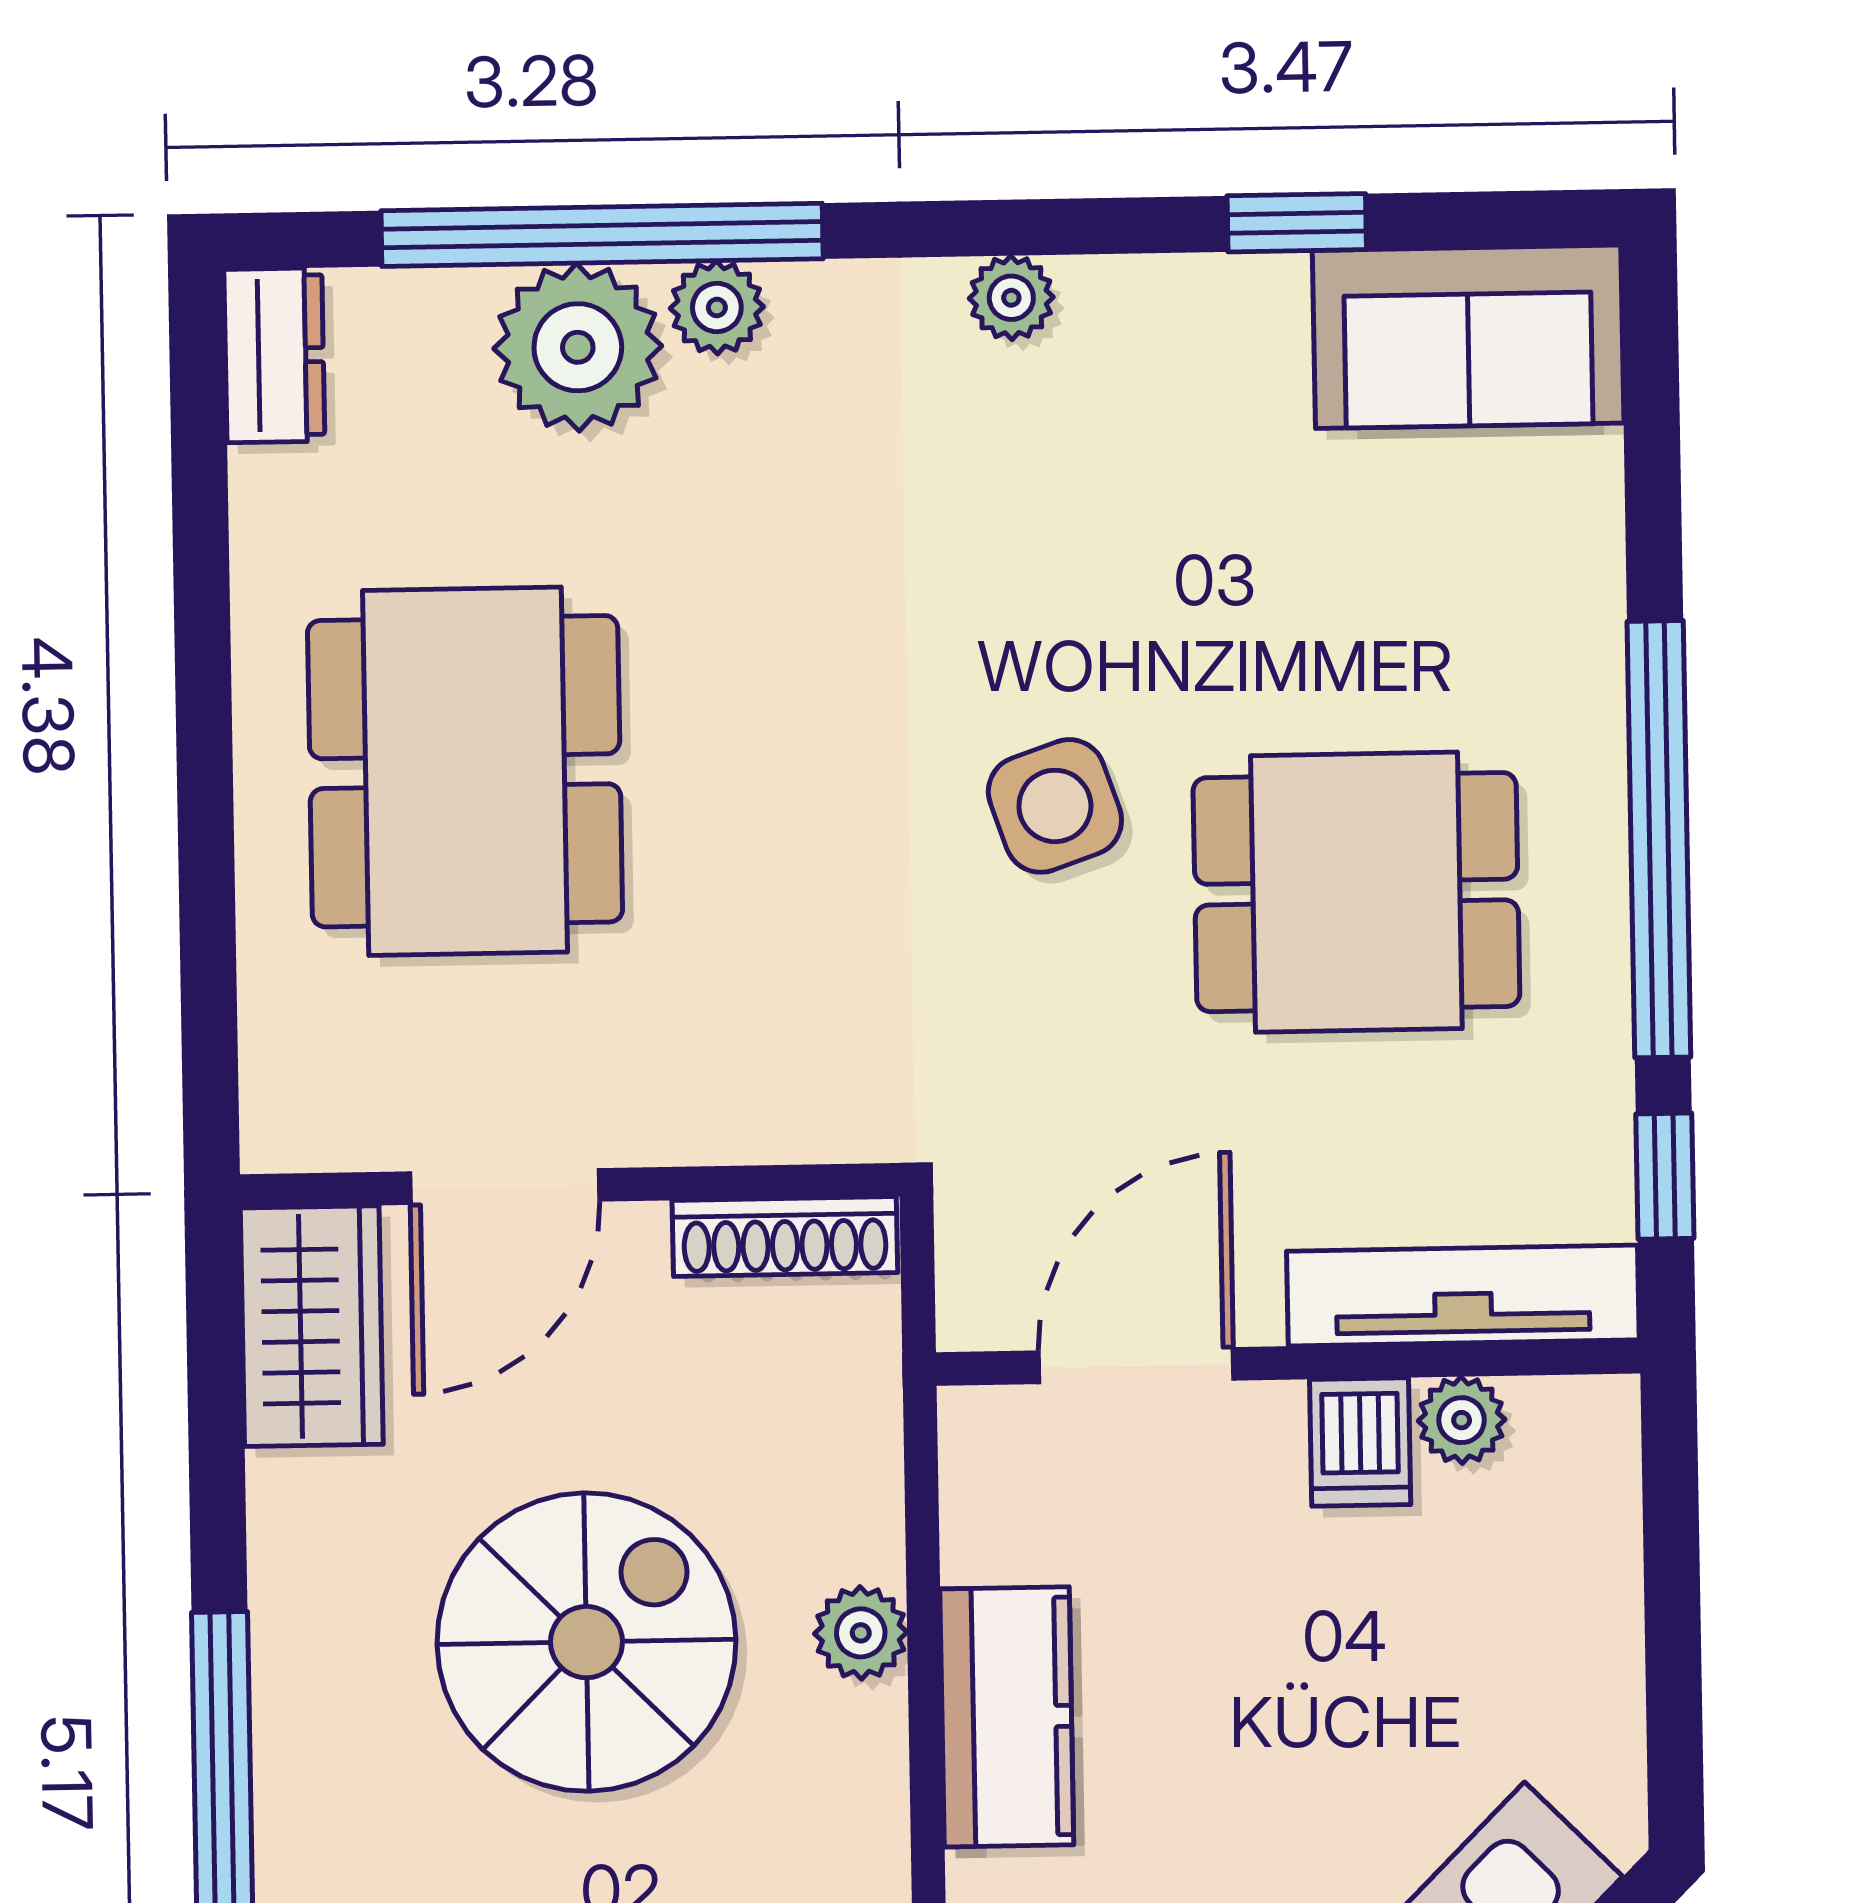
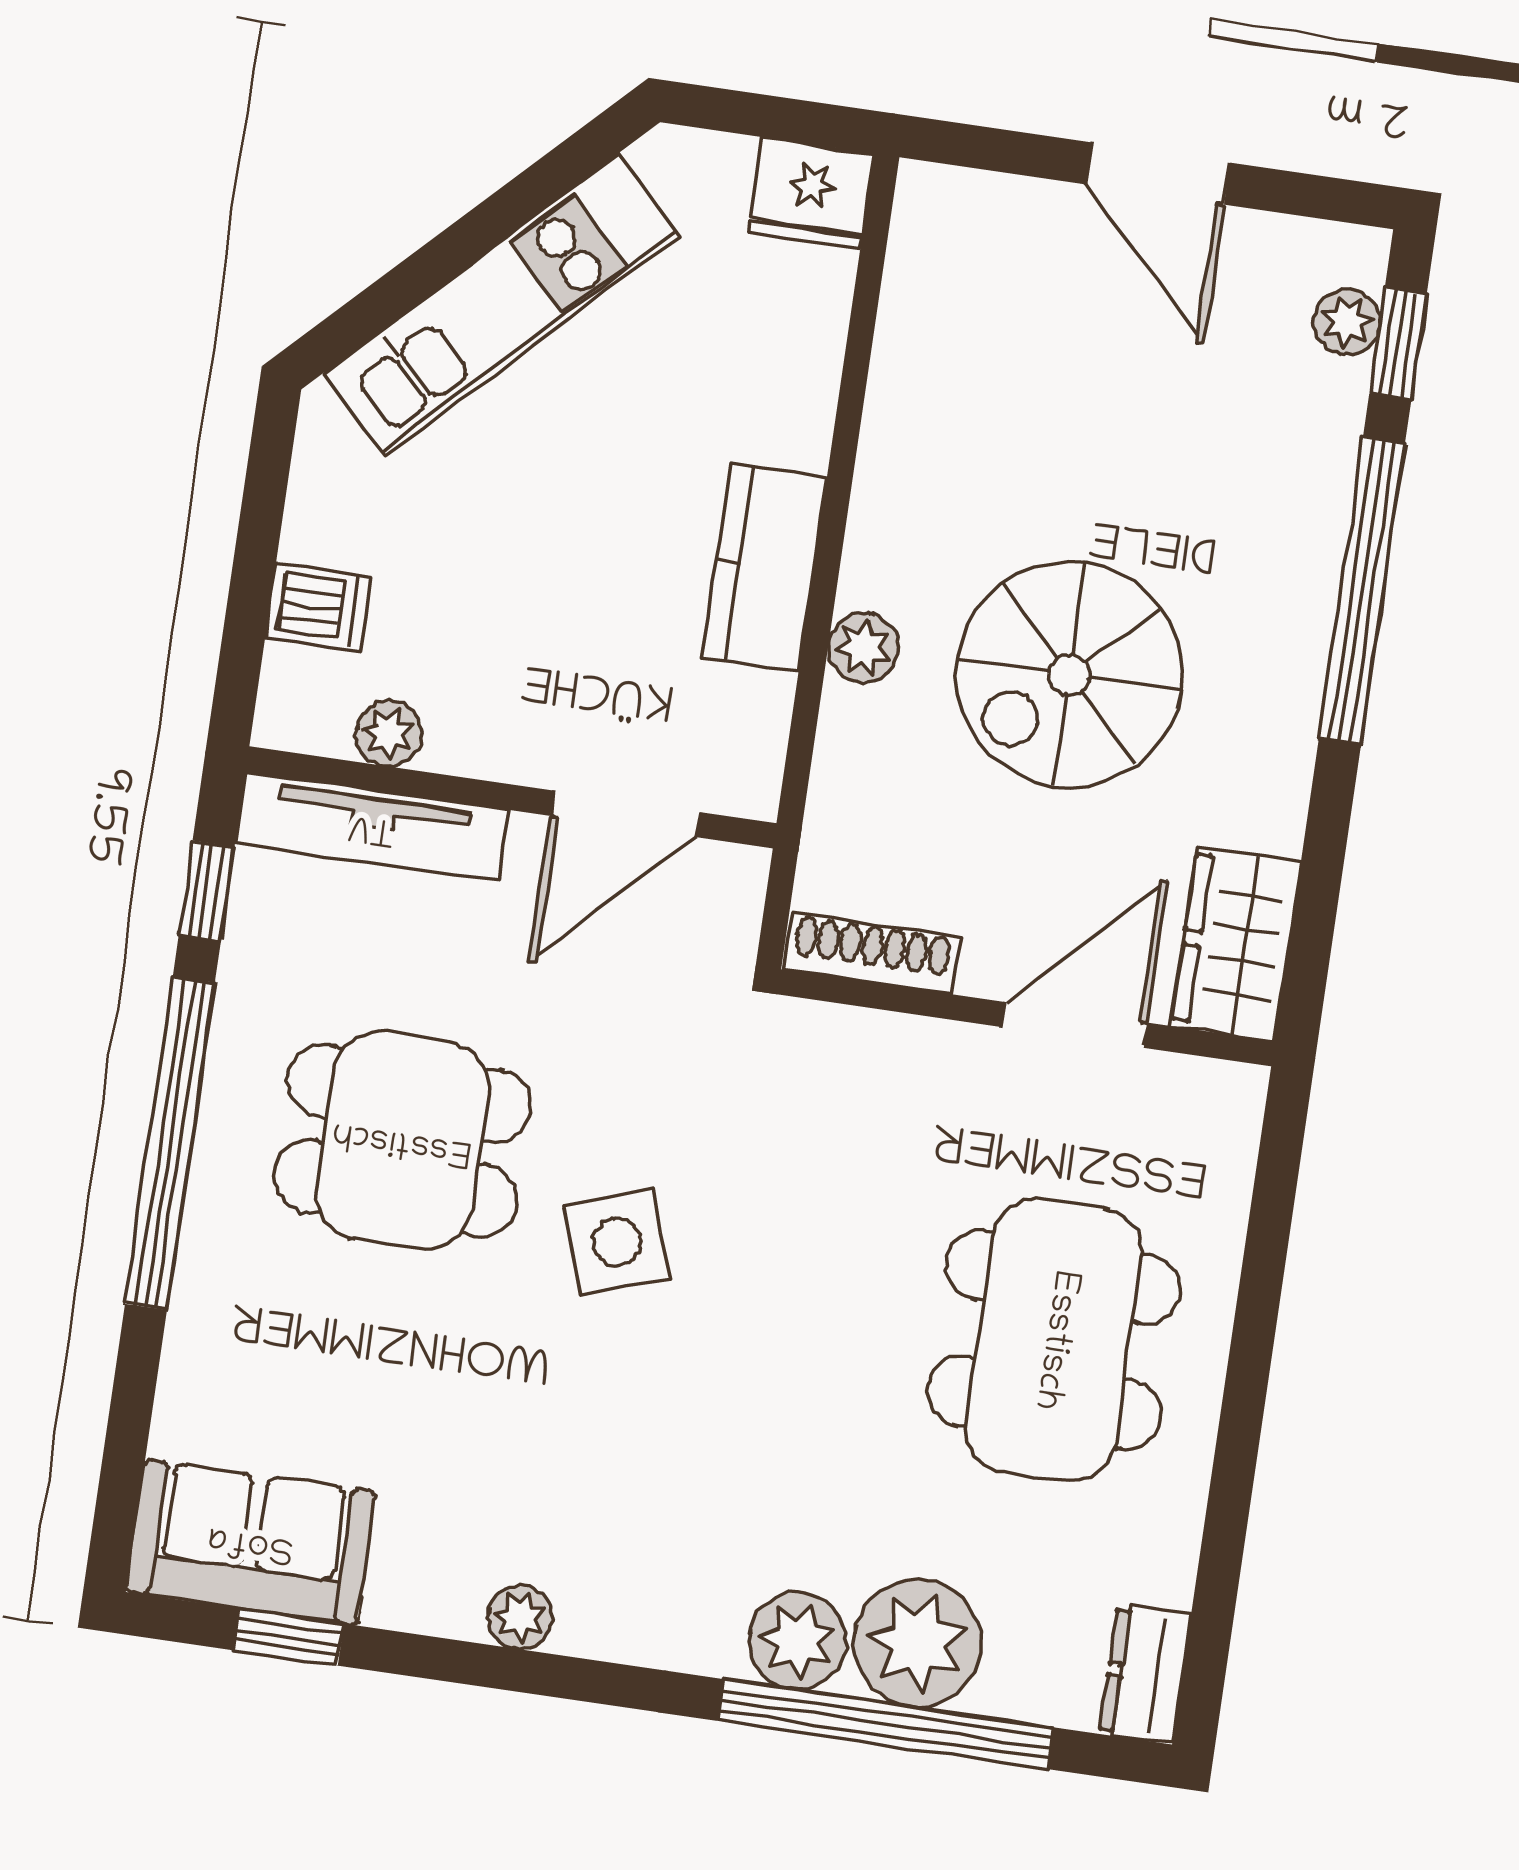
window: (1297, 223) -> (289, 1637), moved
plant: (1011, 298) -> (520, 1617), moved
plant: (717, 307) -> (797, 1641), width x1.38, depth x1.38
dishwasher: (1360, 1442) -> (318, 607), moved, turned 90

